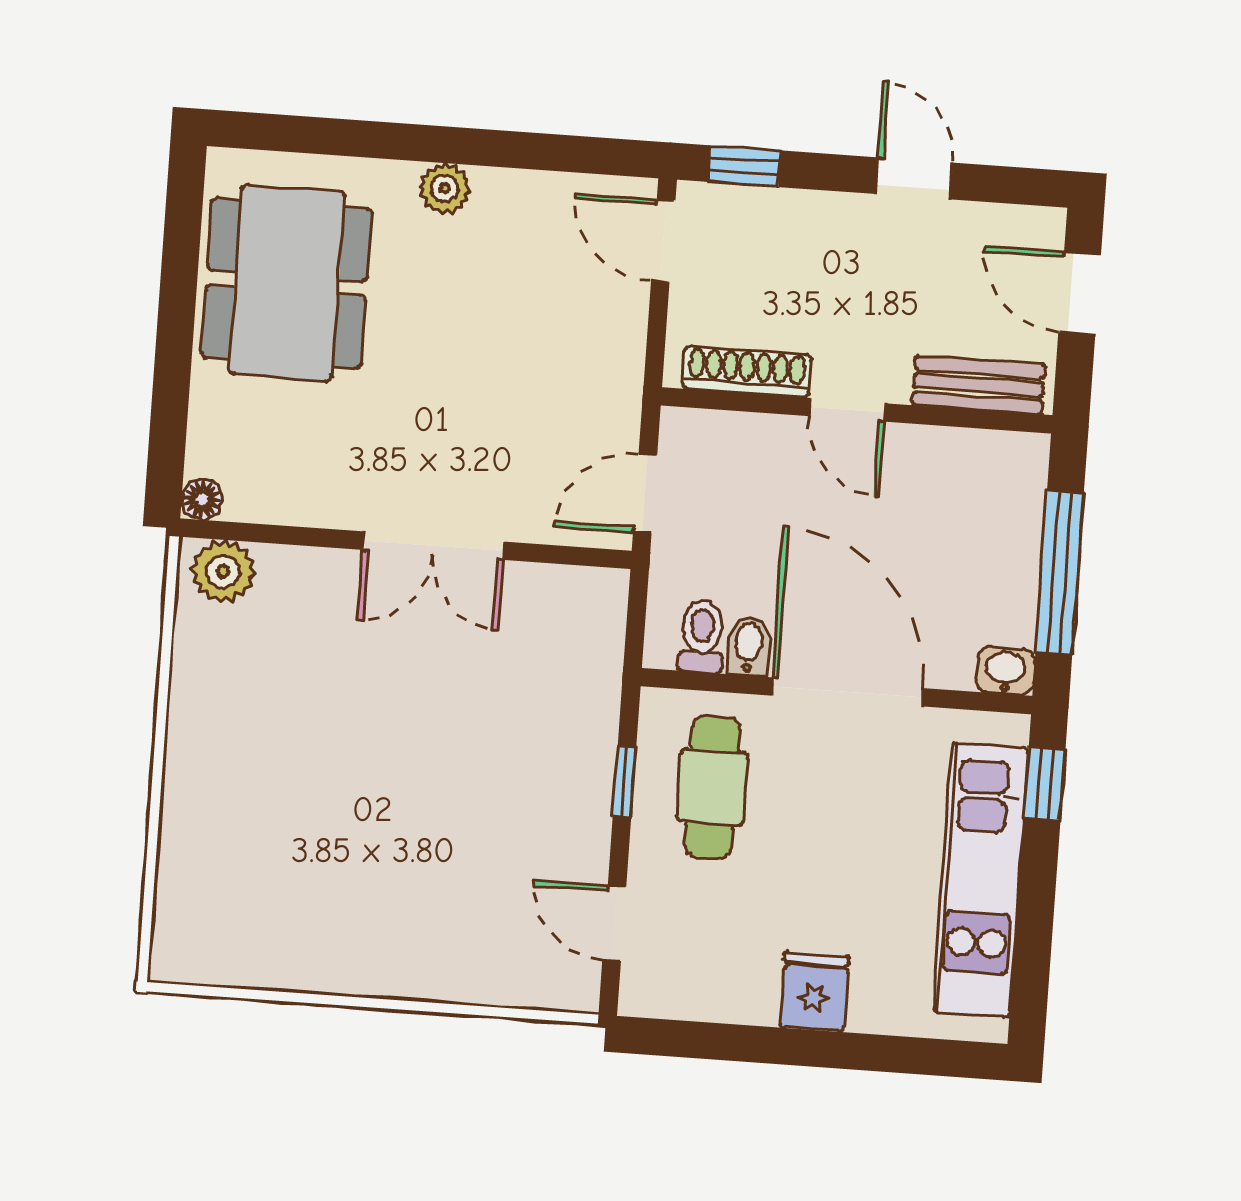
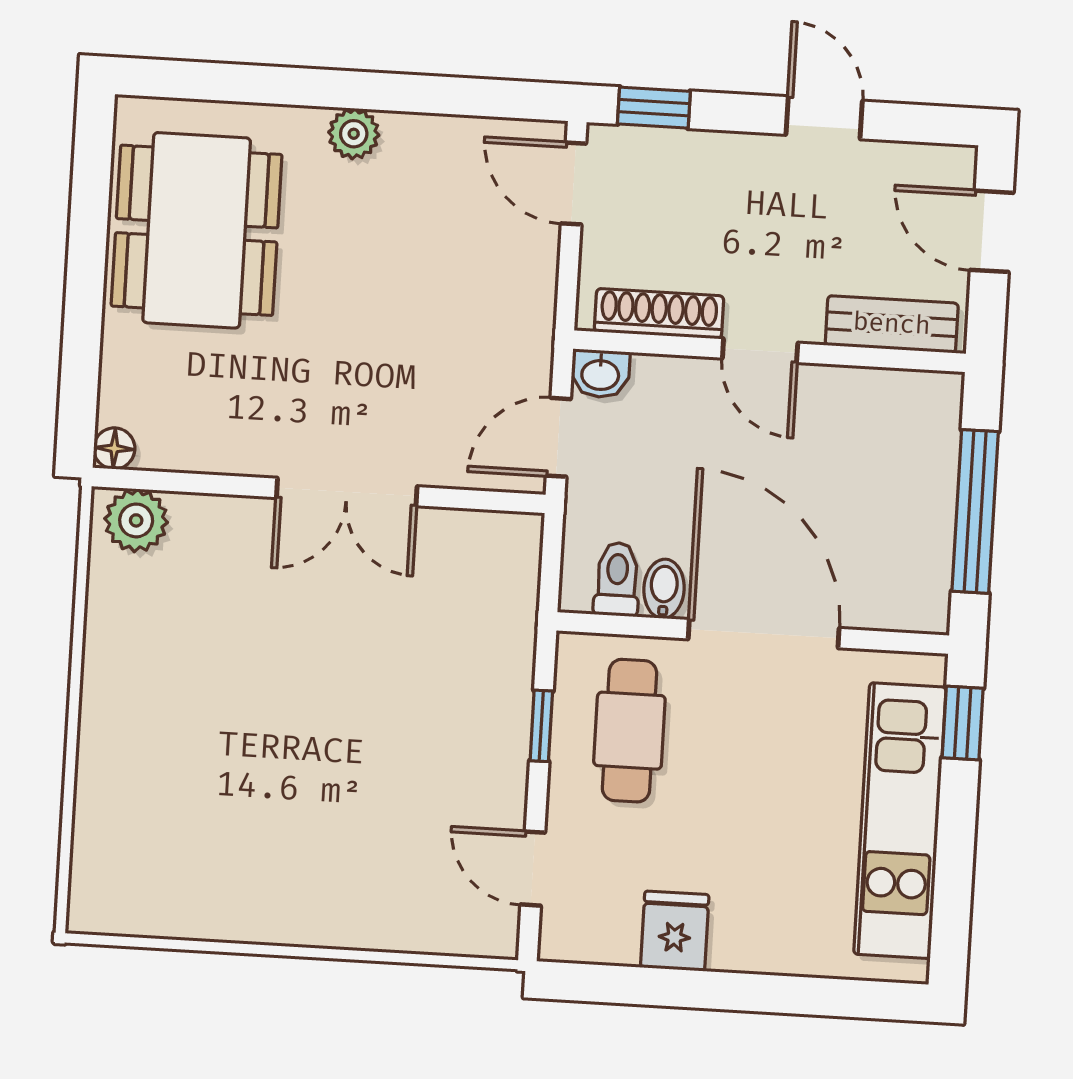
washbasin: (1005, 671) -> (600, 374), moved, turned 180
fridge: (814, 992) -> (675, 931), moved

